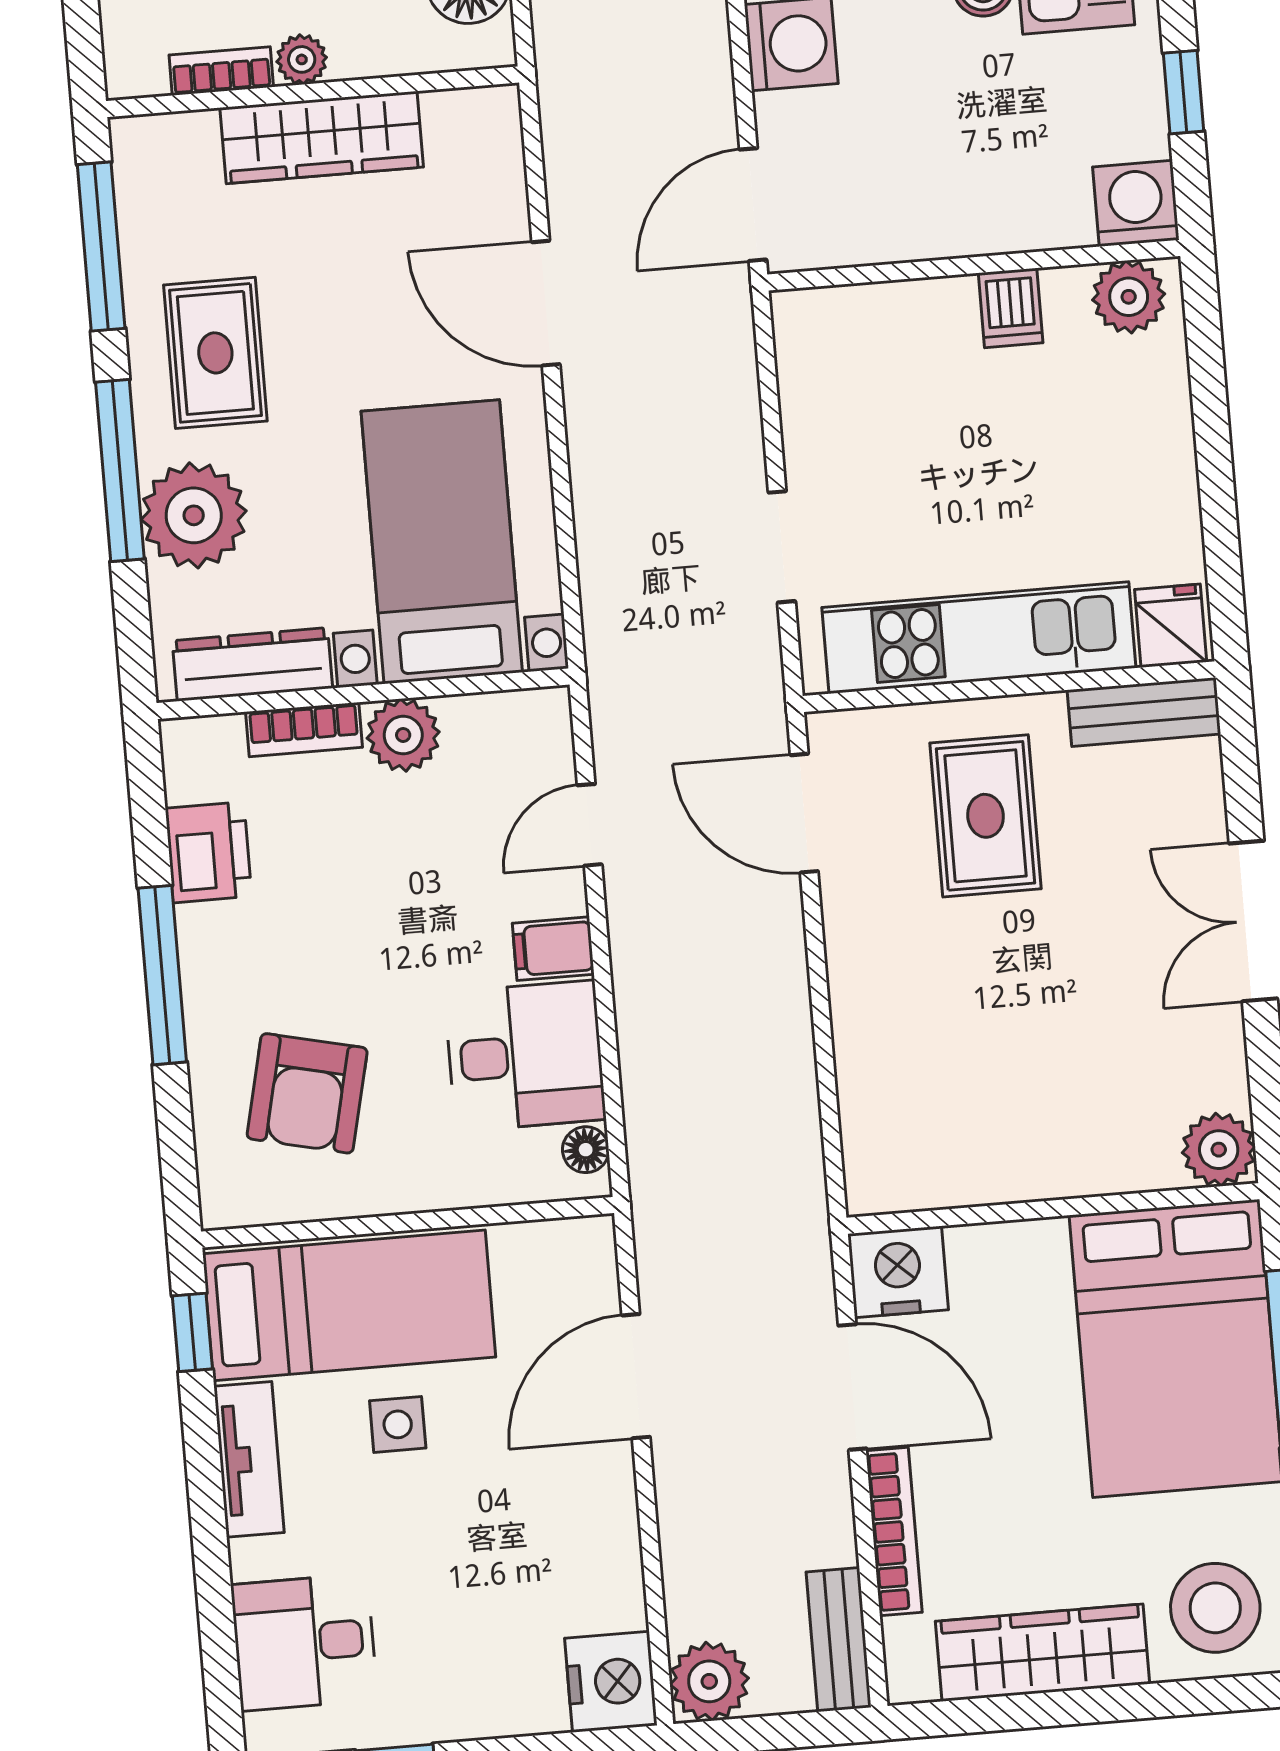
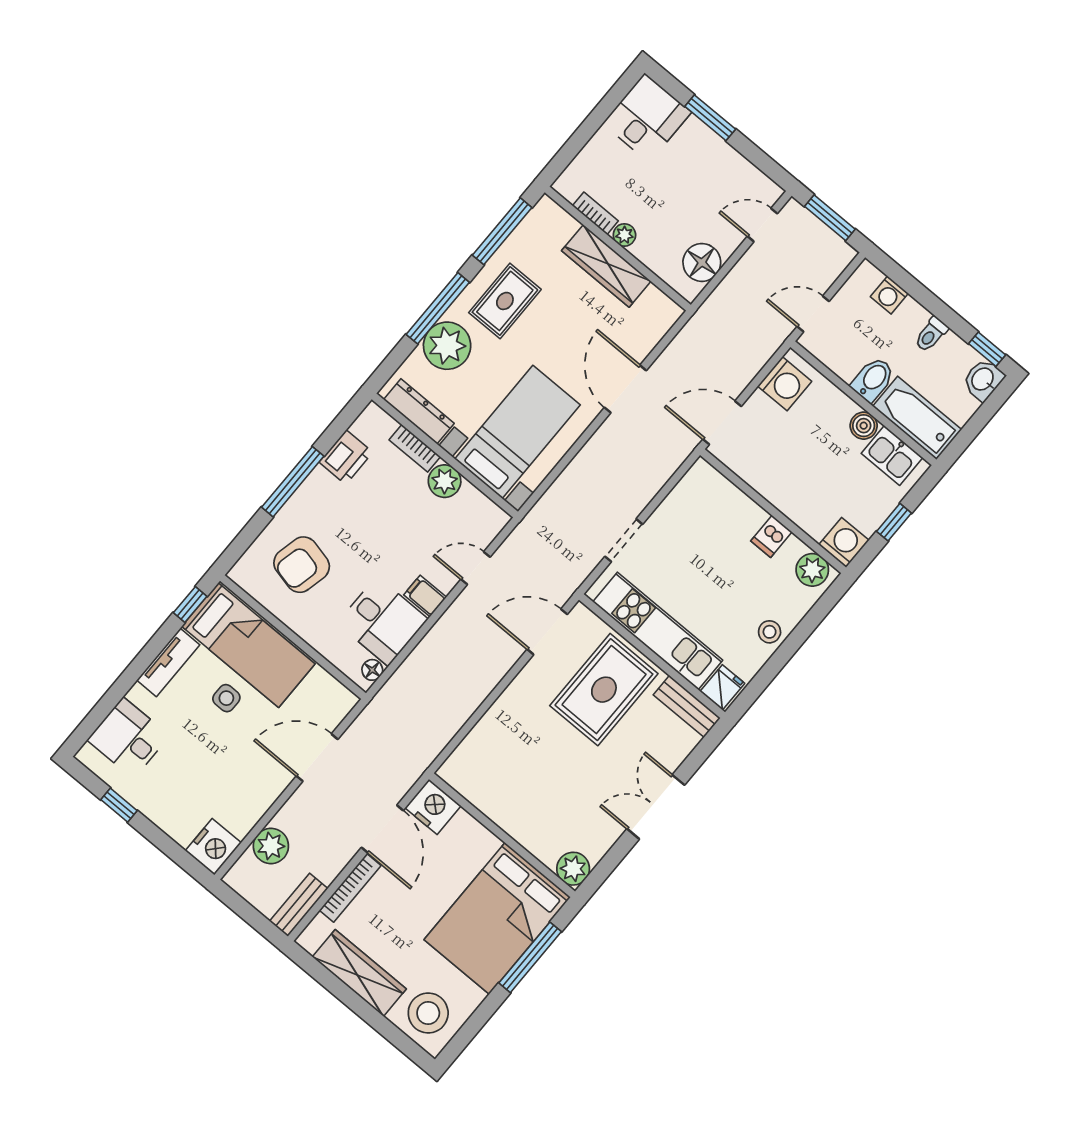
stool: (1158, 463) -> (770, 632), added
door: (804, 813) -> (547, 632), hinge flipped
rug: (986, 816) -> (604, 690), width x1.36, depth x1.43
plant: (709, 1681) -> (271, 846), moved

